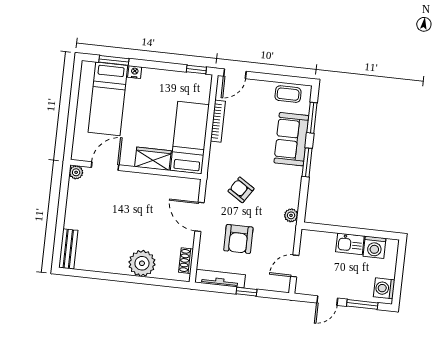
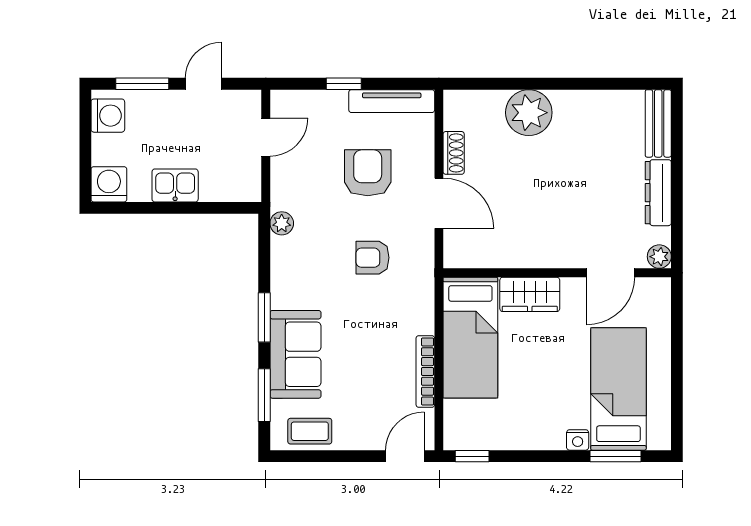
armchair: (241, 190) -> (372, 258), turned 147
dresser: (73, 209) -> (658, 193), added
washing machine: (375, 247) -> (109, 184), moved
shoe rack: (186, 261) -> (454, 153), moved

